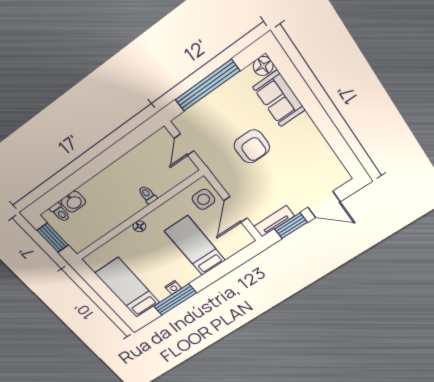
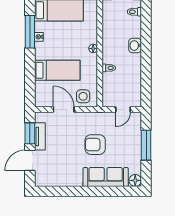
window: (207, 85) -> (146, 145), width x0.68
sofa: (279, 98) -> (106, 177), width x1.36
door: (184, 145) -> (123, 110), swing flipped
washbasin: (73, 202) -> (135, 46), moved
tv unit: (274, 221) -> (40, 136), moved

